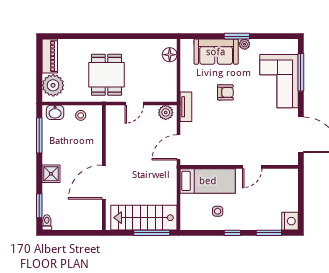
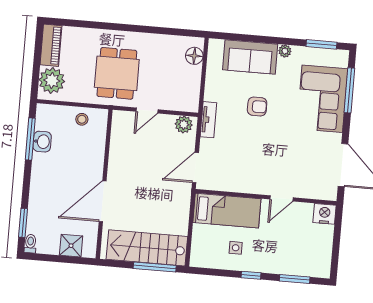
window: (237, 36) -> (321, 44), moved
washbasin: (55, 112) -> (42, 142), moved, turned -90
shower: (51, 174) -> (71, 246), moved
nightstand: (290, 221) -> (325, 214), moved, turned -90

